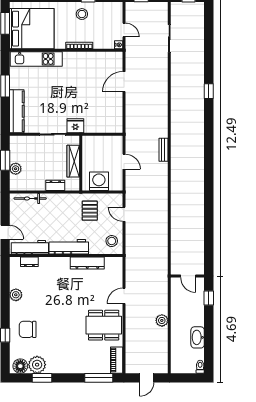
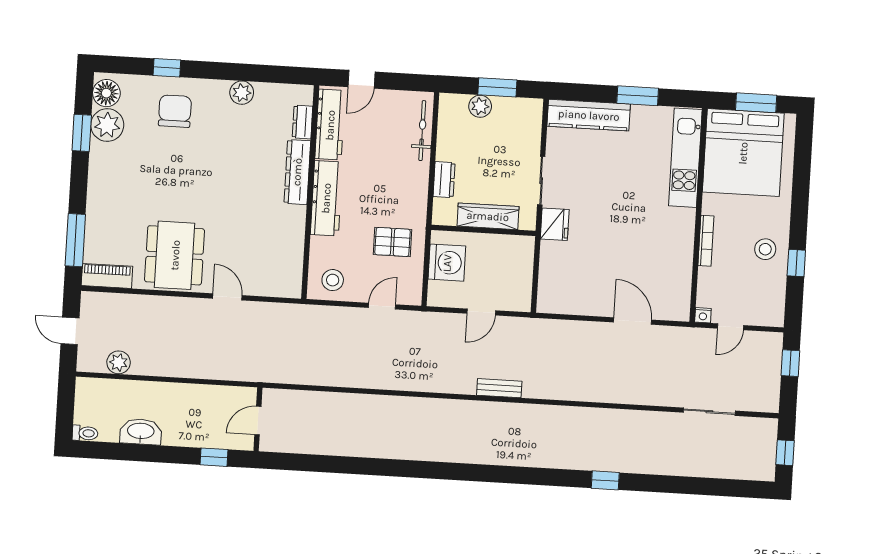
dresser: (87, 263) -> (297, 172), moved
plant: (162, 320) -> (119, 362), moved

